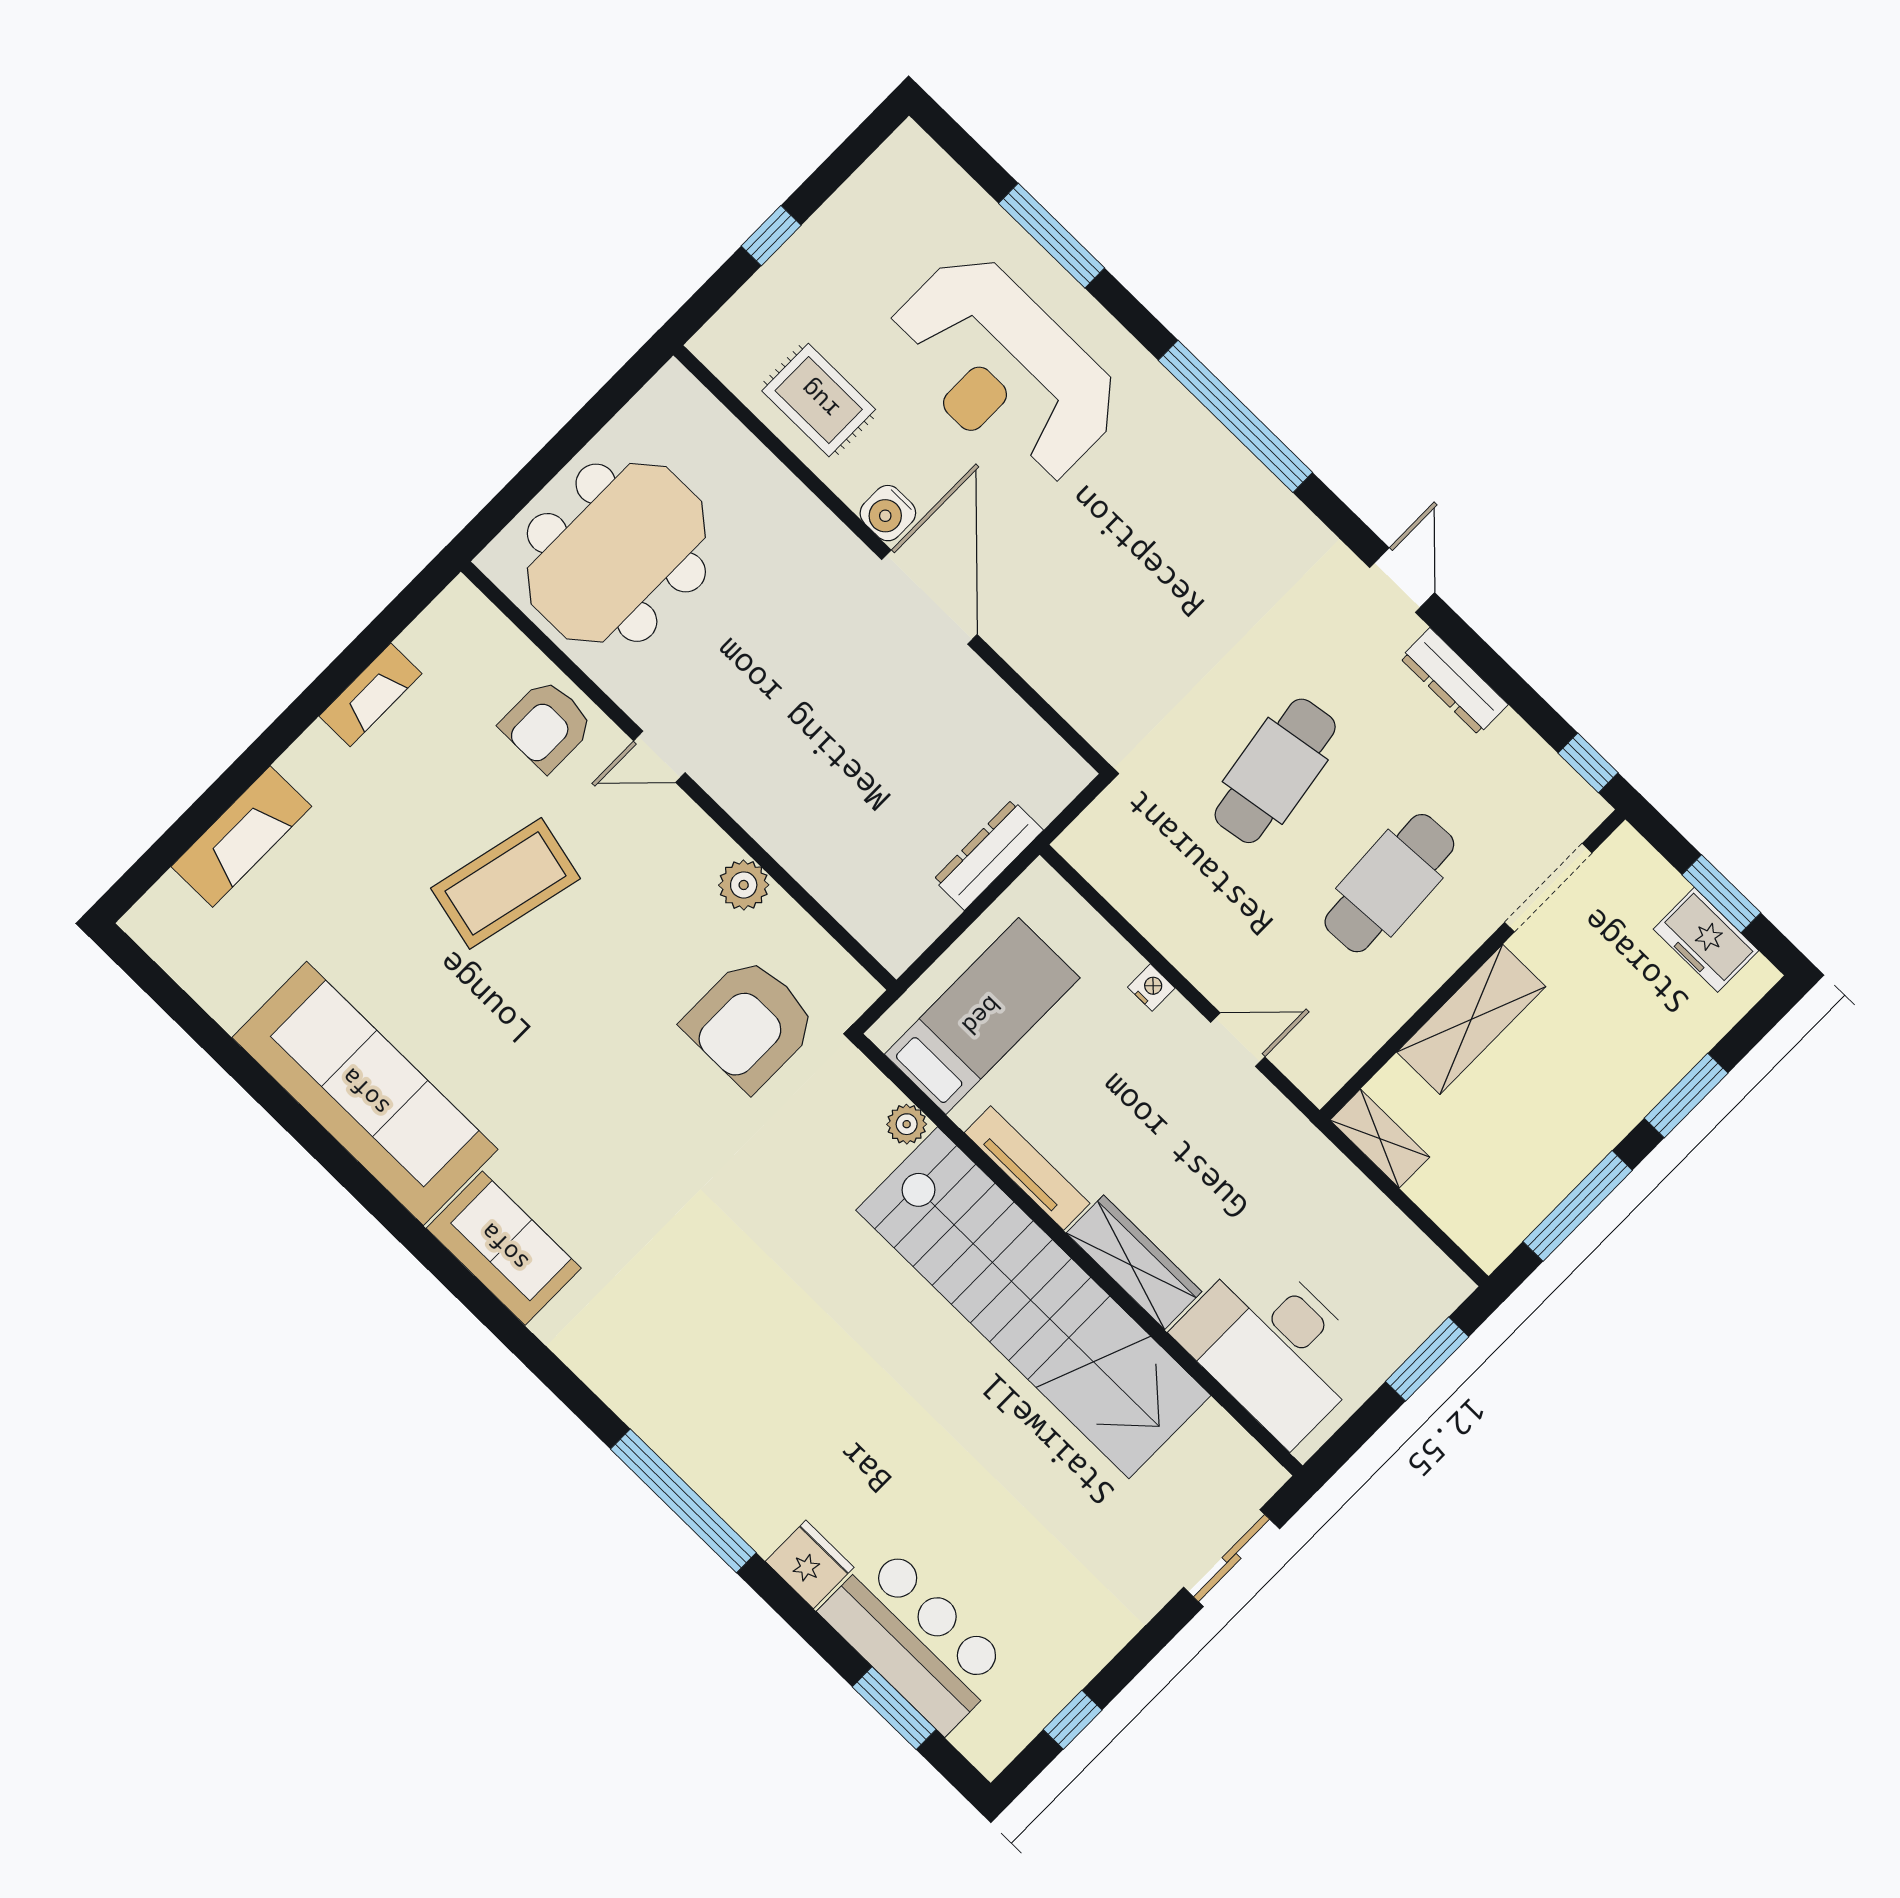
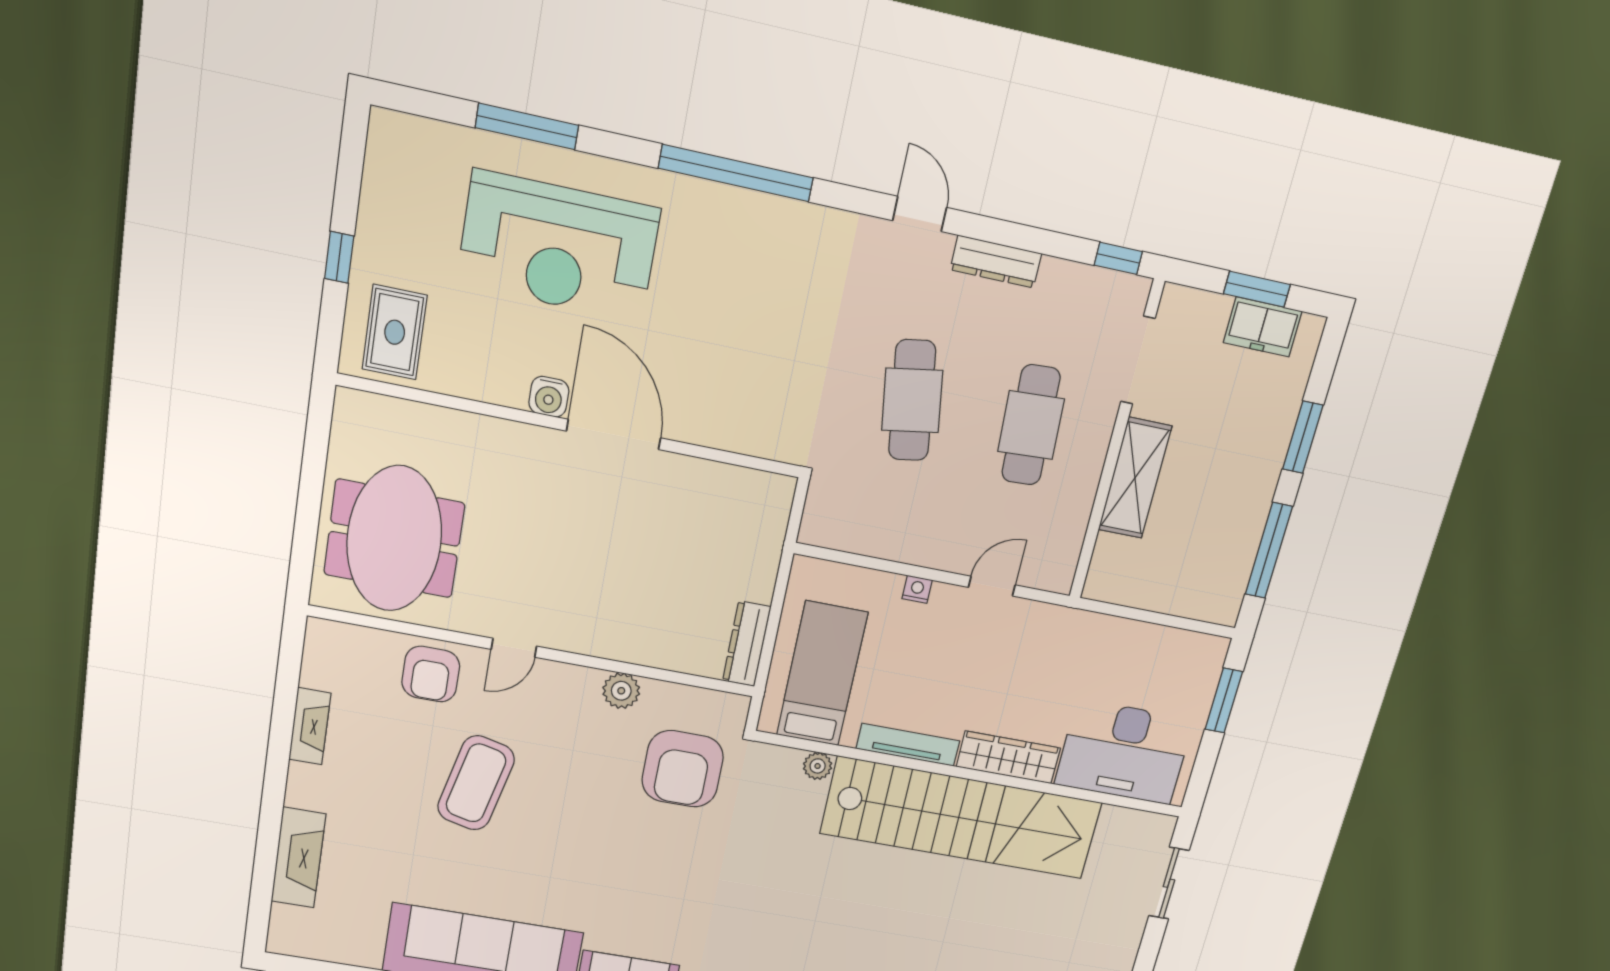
rug: (819, 400) -> (395, 332), moved, turned 90
dresser: (988, 855) -> (747, 644), moved
shelving: (1380, 1139) -> (1118, 589), removed

